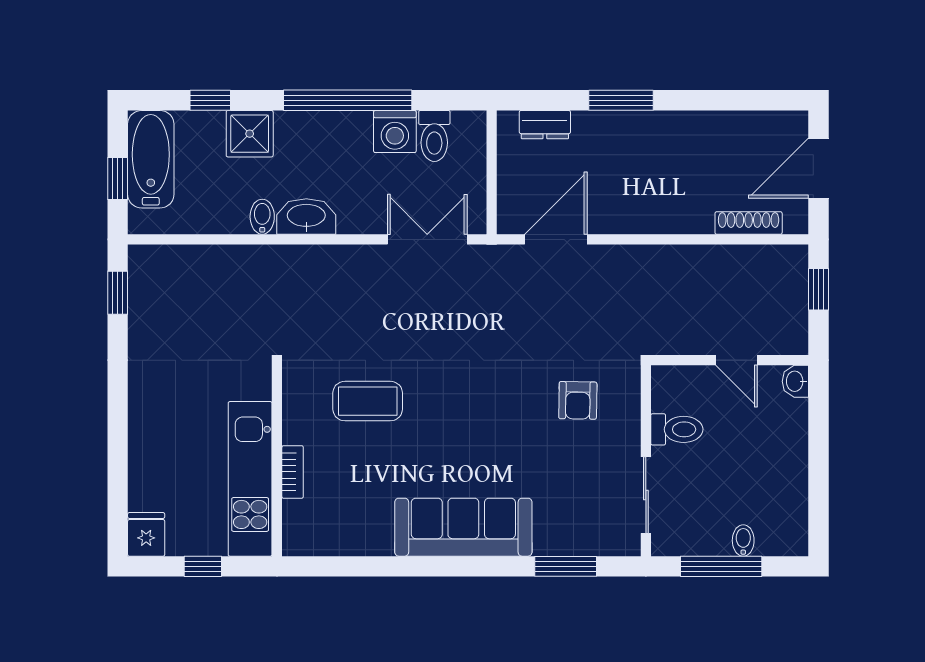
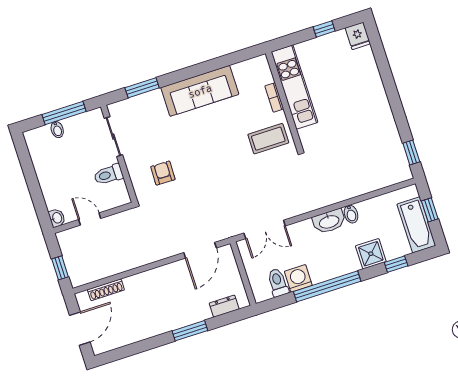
wall: (277, 461) -> (284, 101), moved
bookcase: (293, 472) -> (274, 97), moved
kitchen unit: (250, 479) -> (294, 87), moved

